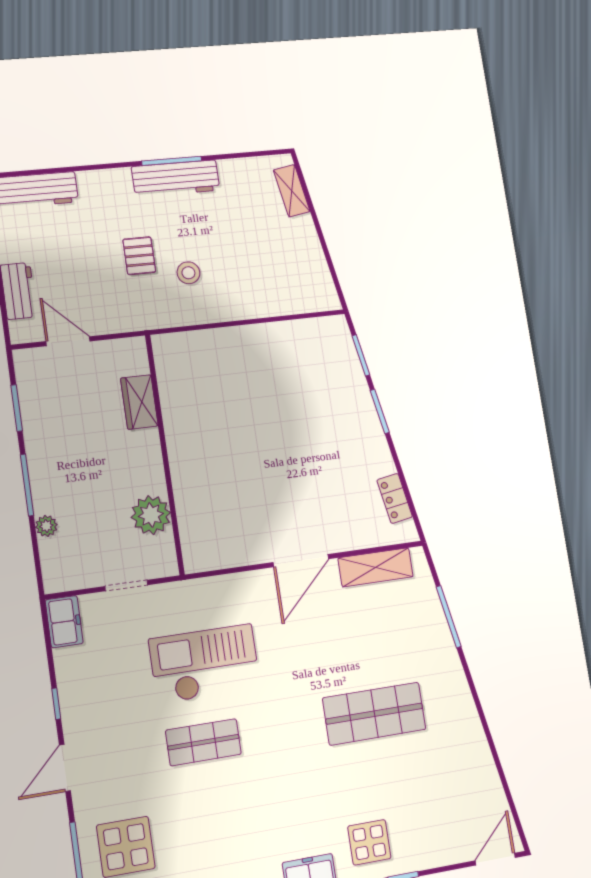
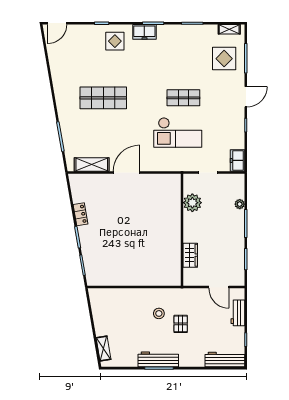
locker: (395, 498) -> (81, 214), moved

